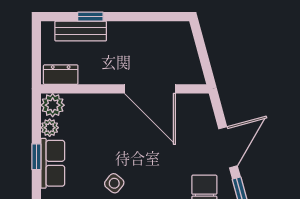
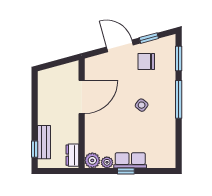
window: (90, 17) -> (35, 149), moved
side table: (114, 183) -> (142, 105), moved

